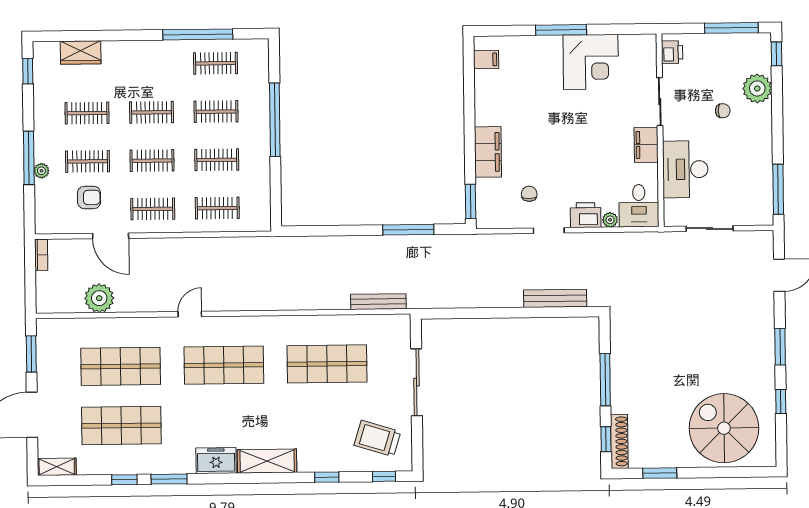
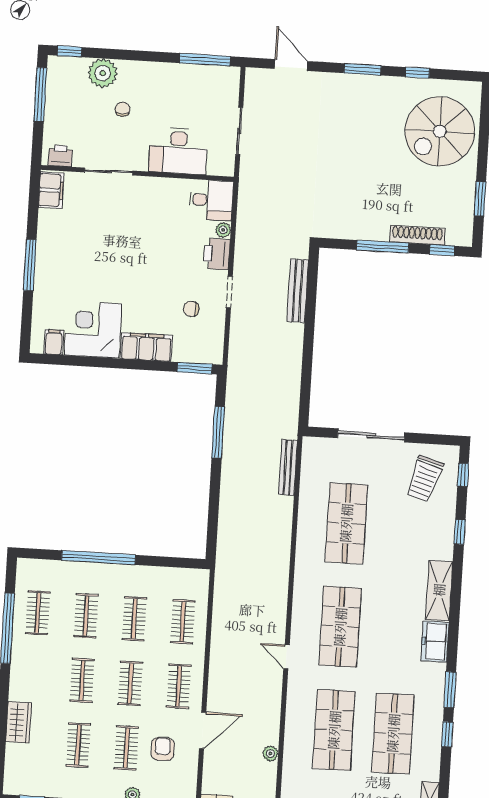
wardrobe: (81, 52) -> (19, 722), moved
corner desk: (591, 62) -> (93, 329), moved, turned -90
filing cabinet: (646, 145) -> (51, 190), moved, turned -90
plant: (99, 298) -> (270, 754), width x0.53, depth x0.53
shoe rack: (619, 441) -> (417, 235), moved

